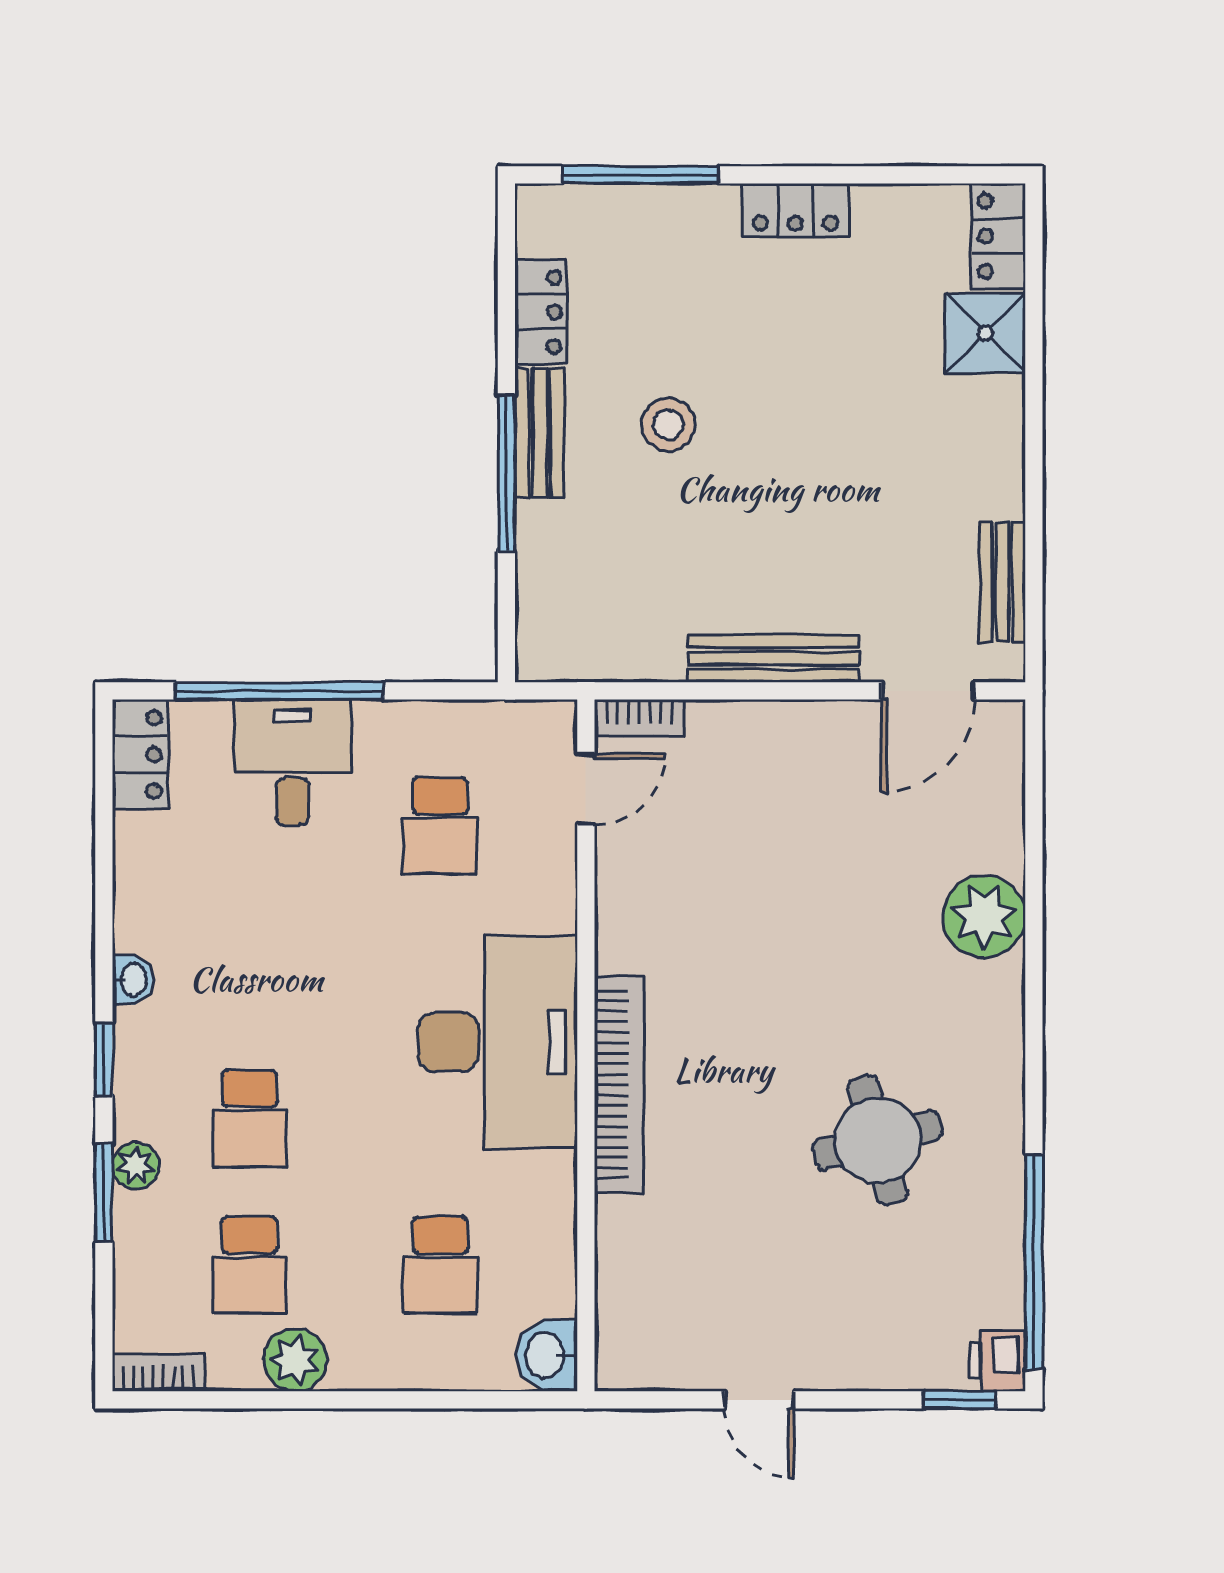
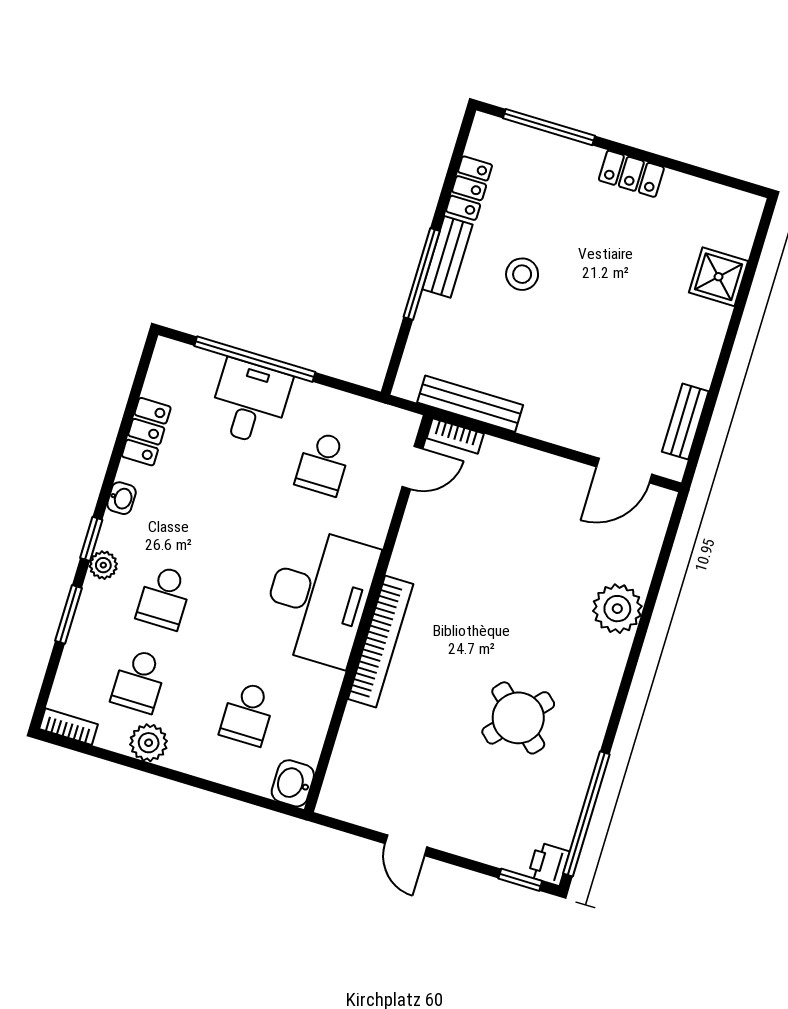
locker: (999, 236) -> (743, 224), removed
bench: (773, 658) -> (470, 404), moved
locker: (140, 754) -> (146, 432), moved
round table: (878, 1140) -> (518, 718), turned -33
plant: (136, 1166) -> (103, 565), moved

